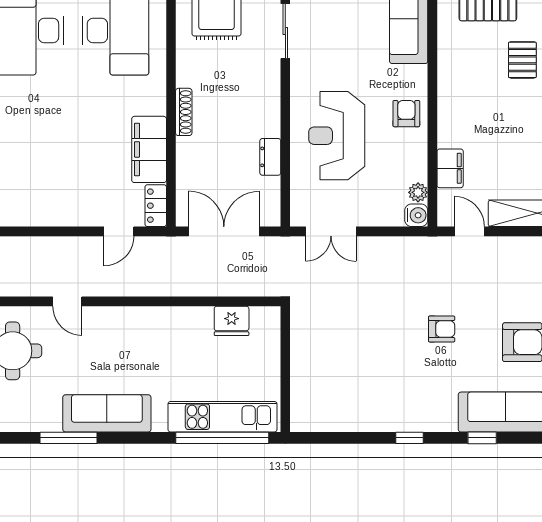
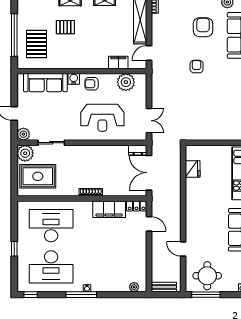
dresser: (270, 157) -> (138, 150), moved
plant: (418, 192) -> (126, 82), width x1.88, depth x1.88
water cooler: (416, 215) -> (74, 79), moved
door: (67, 301) -> (183, 249), swing flipped

